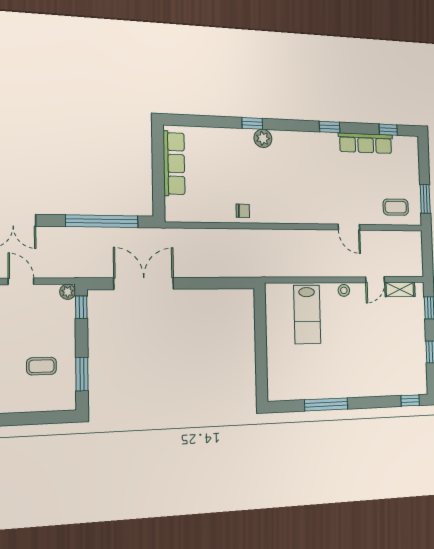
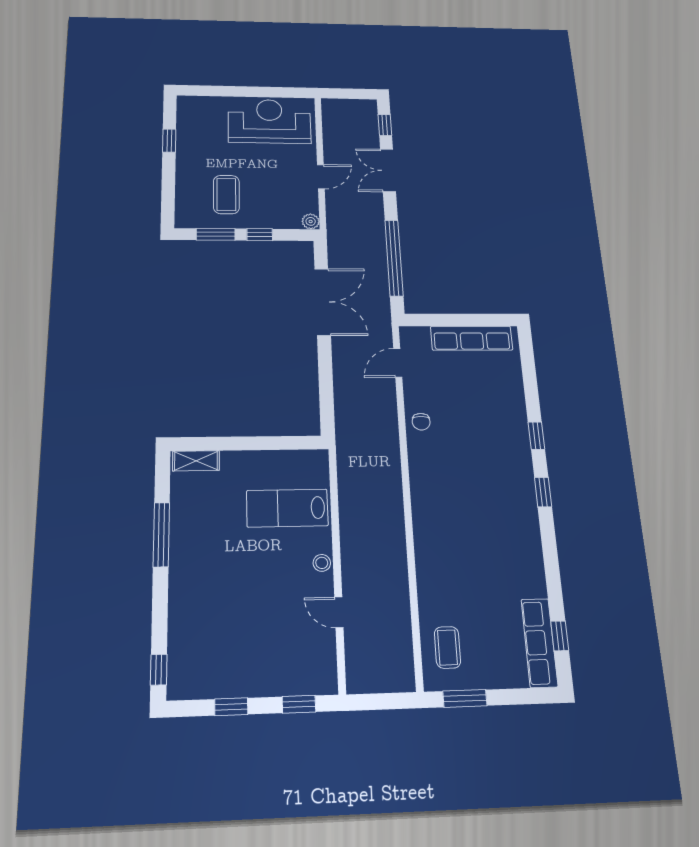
window: (330, 127) -> (543, 492), moved
plant: (263, 138) -> (519, 449), removed
row of seats: (366, 143) -> (539, 643), moved
door: (349, 227) -> (398, 363), moved
shelving: (400, 289) -> (196, 461), moved, turned 90
window: (81, 307) -> (260, 235), moved
coffee table: (41, 366) -> (226, 195), width x1.36, depth x1.30

